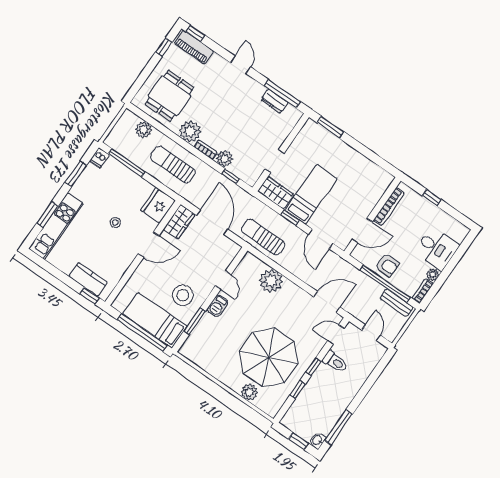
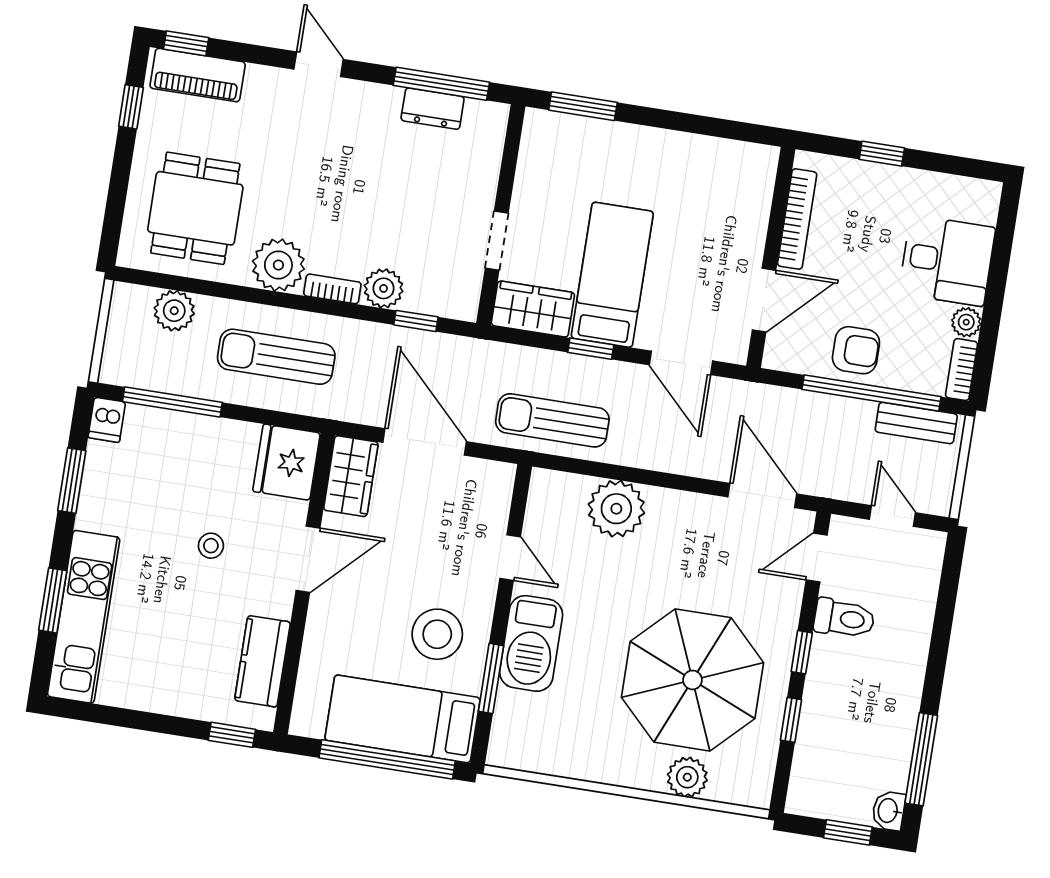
kitchen counter: (88, 279) -> (262, 661), moved, turned -90
door: (327, 302) -> (762, 495), hinge flipped
barbecue: (218, 306) -> (531, 643), width x1.88, depth x1.53

